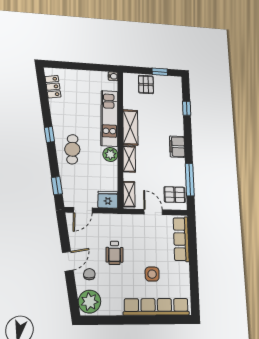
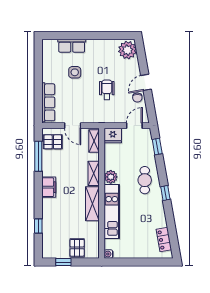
chair: (89, 274) -> (137, 98), moved
row of seats: (156, 307) -> (72, 46), width x0.50

